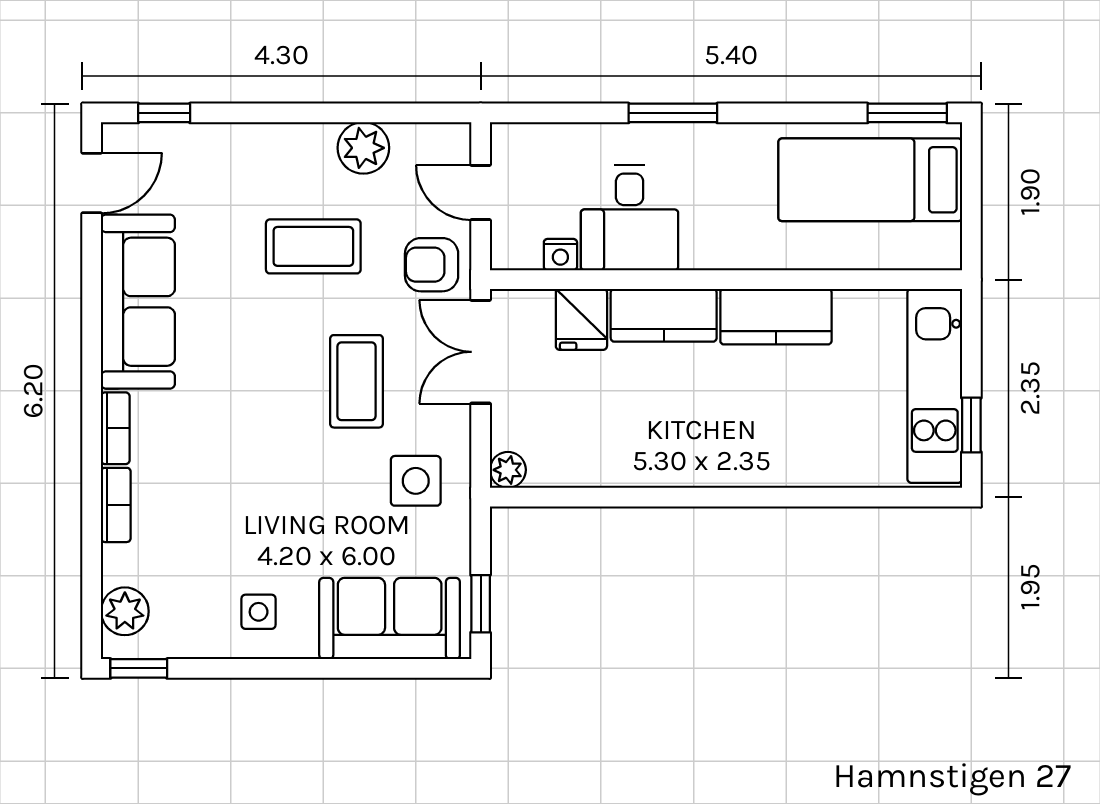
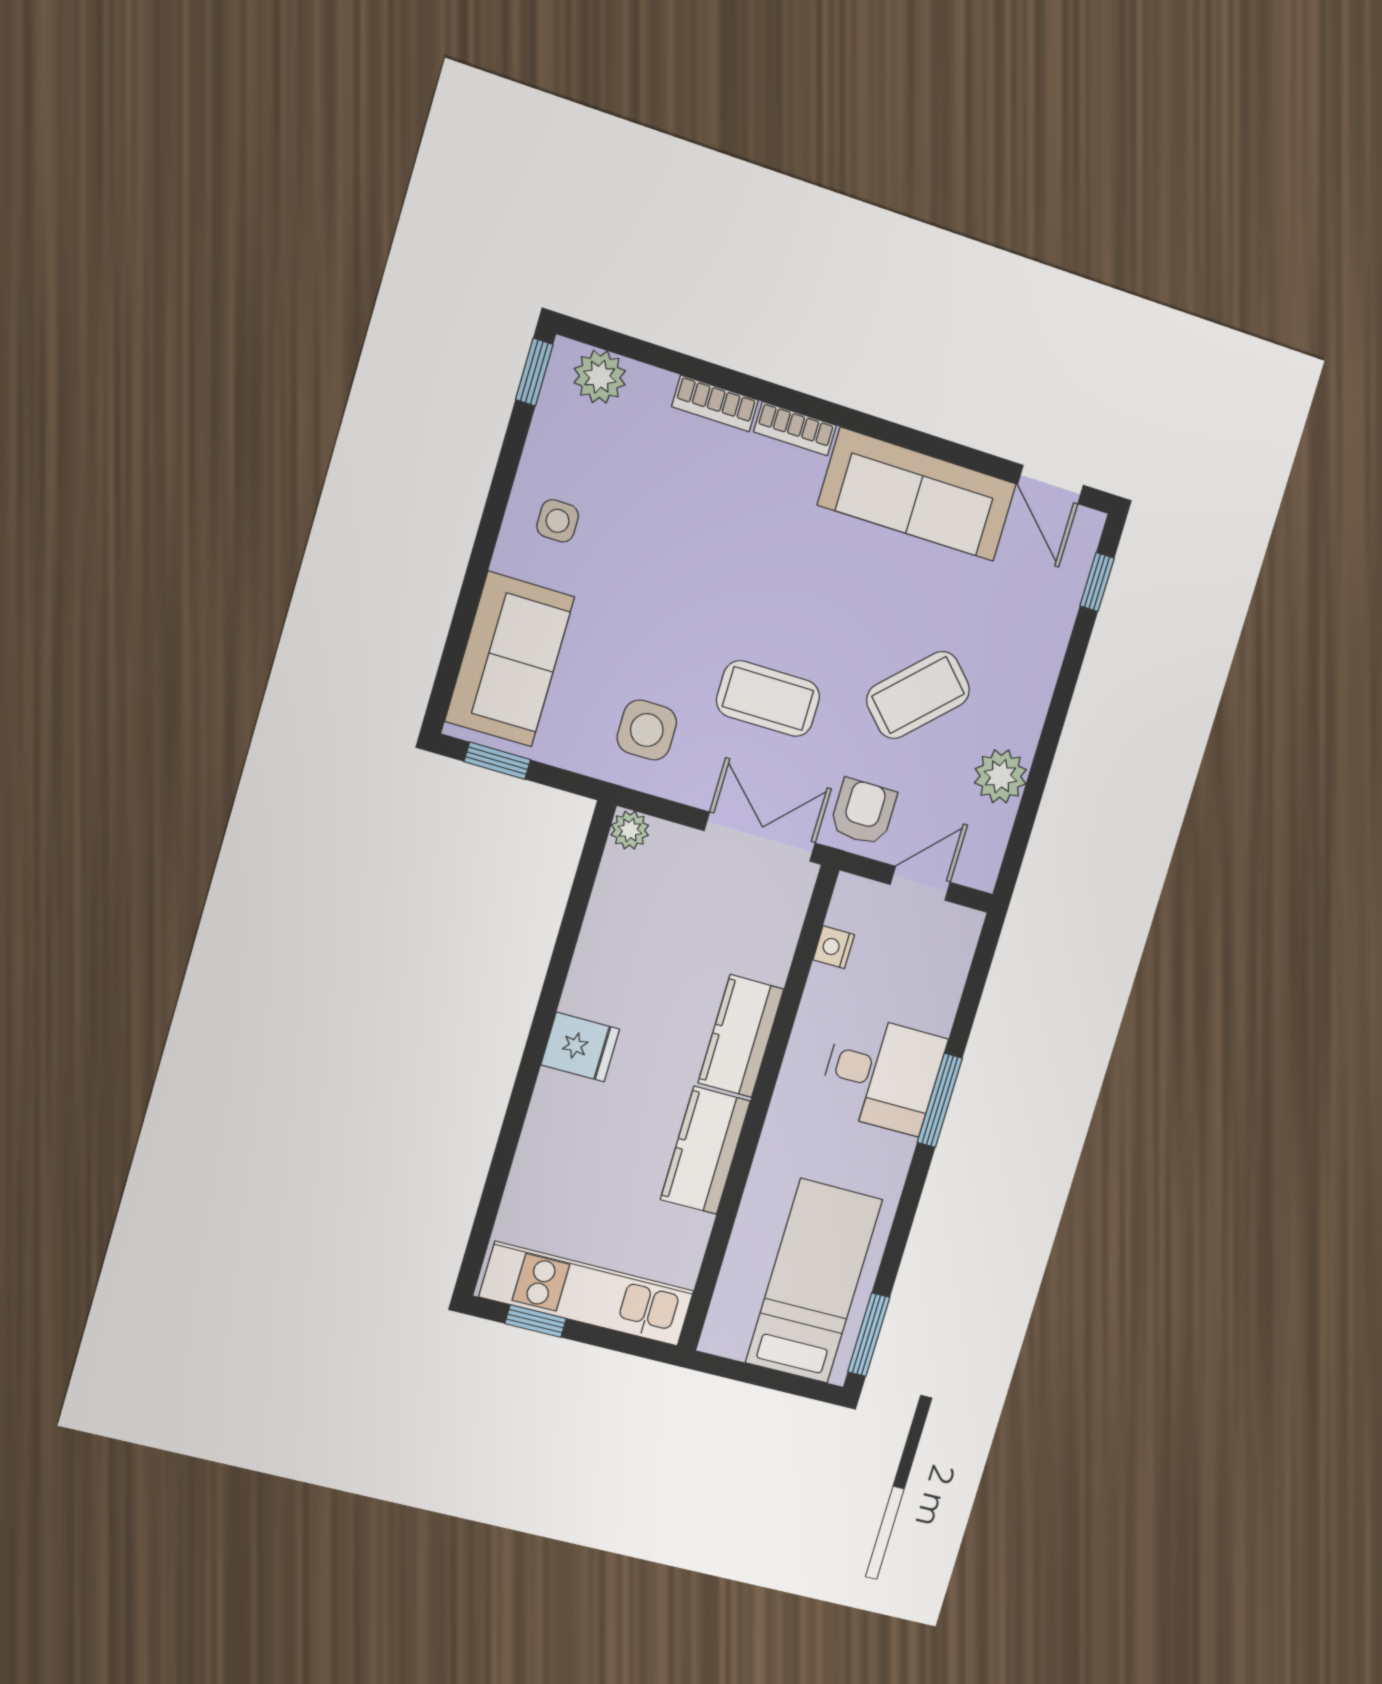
desk: (630, 218) -> (882, 1074), moved, turned 180
coffee table: (313, 246) -> (918, 695), turned 46
fridge: (581, 319) -> (580, 1047), moved, turned 180

